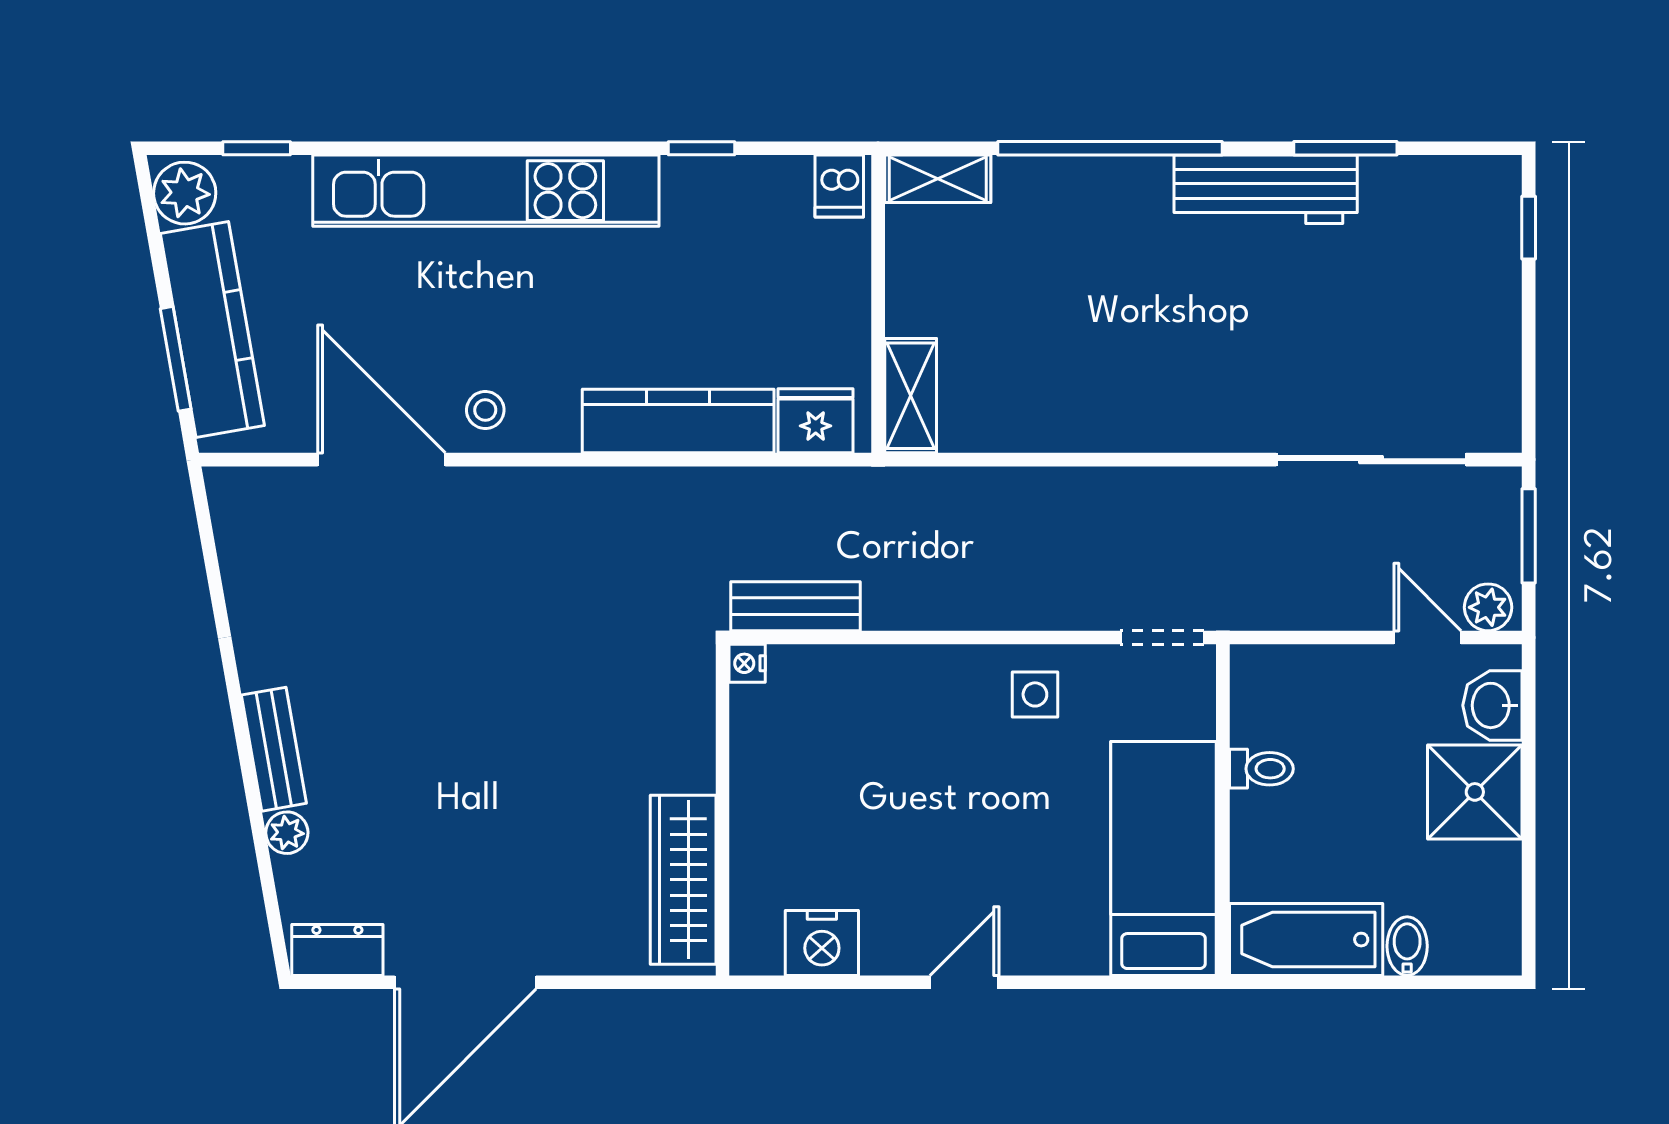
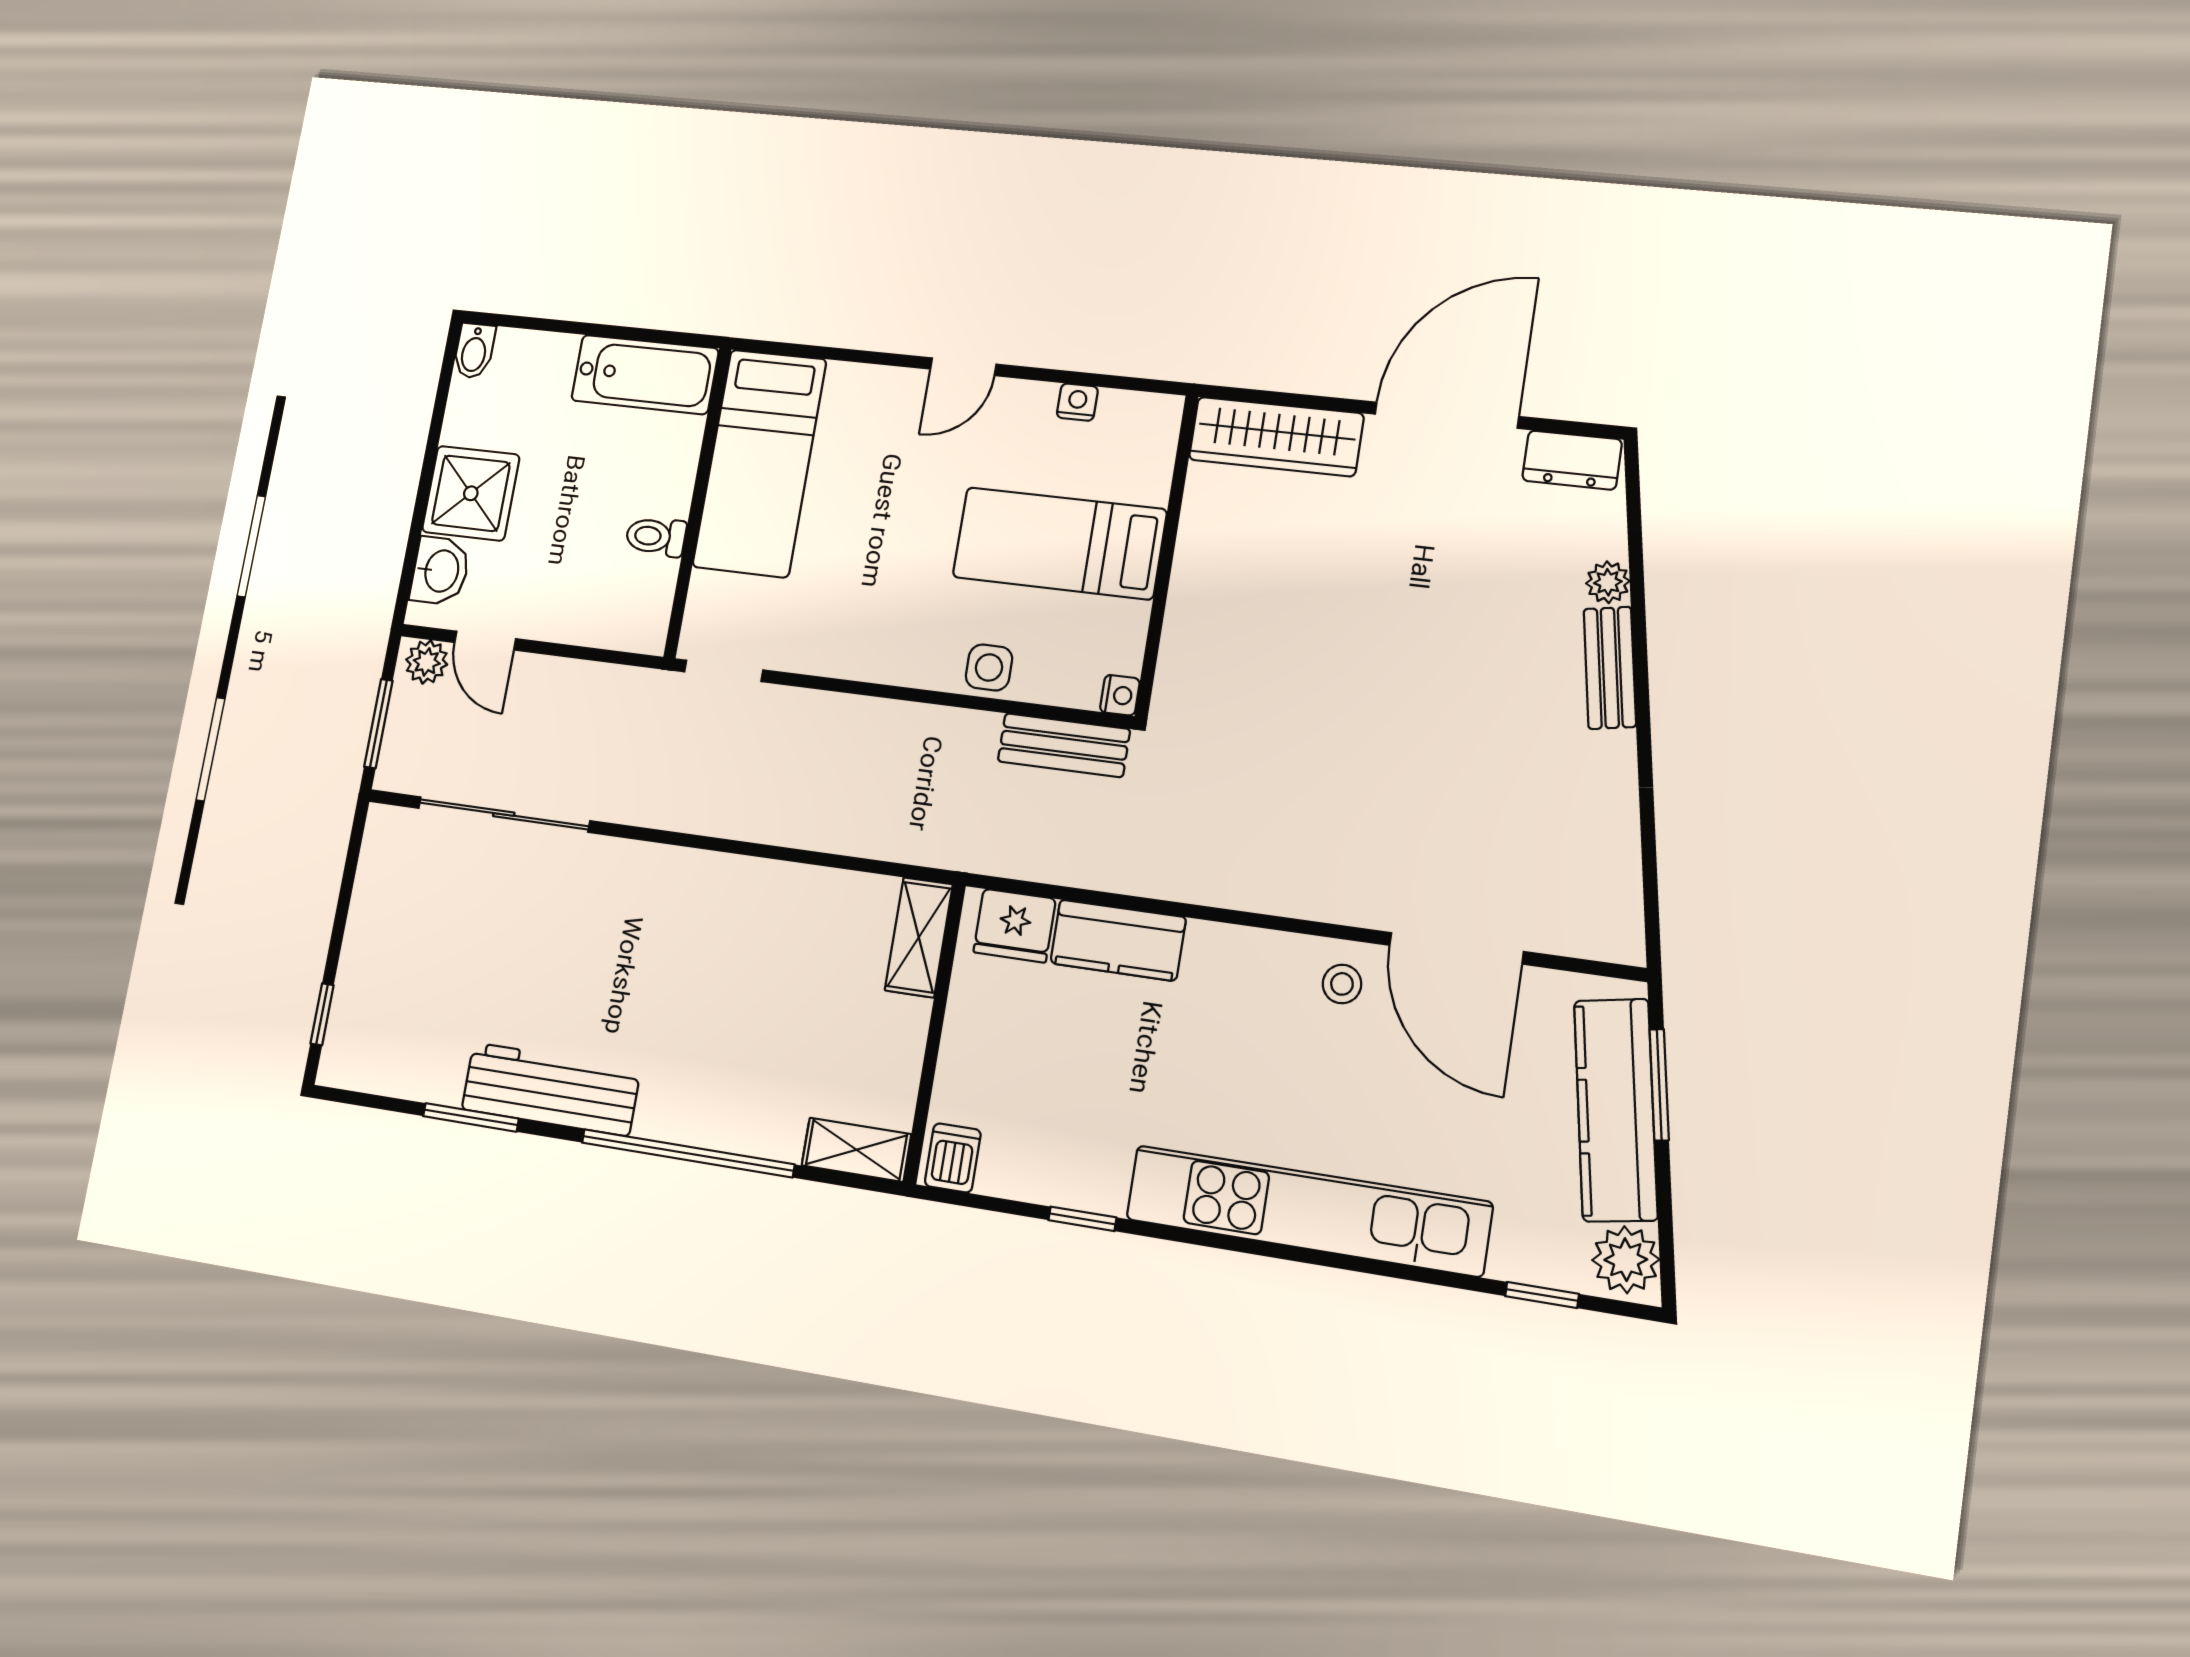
kitchen counter: (678, 421) -> (1118, 940), width x0.67
side table: (1035, 694) -> (989, 667), moved
bed: (834, 810) -> (1059, 543), added
wardrobe: (683, 880) -> (1276, 437), moved, turned 90
nightstand: (822, 943) -> (1077, 402), width x0.53, depth x0.56
bidet: (1407, 946) -> (474, 351), moved

